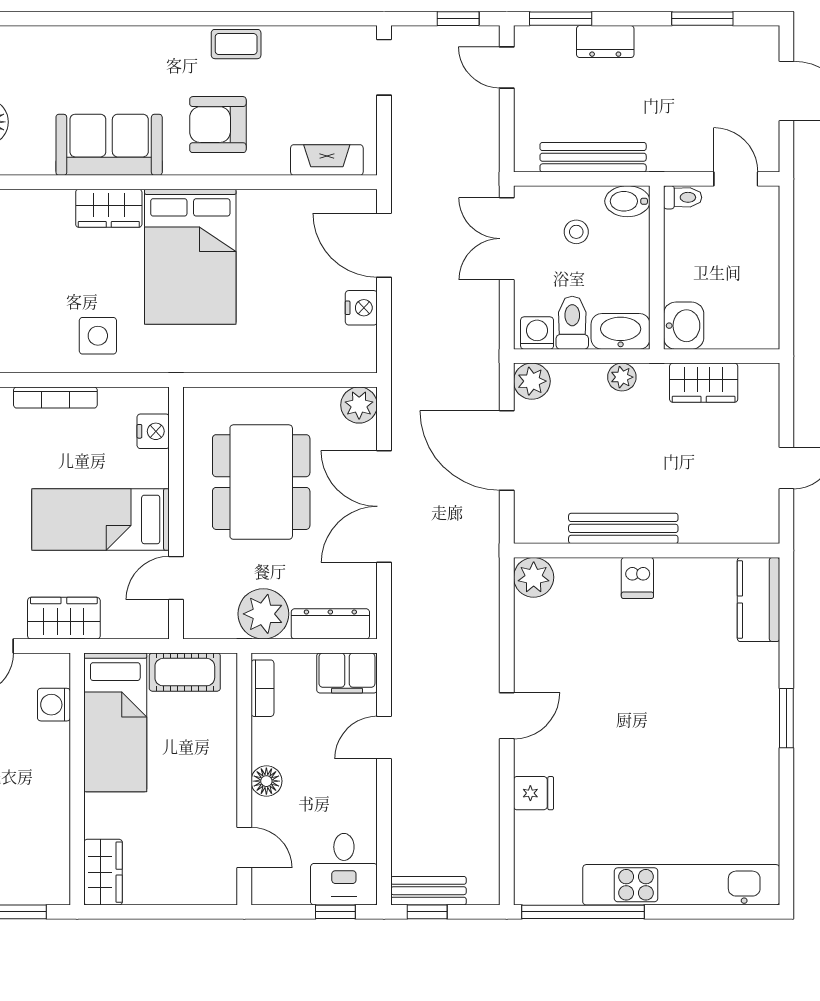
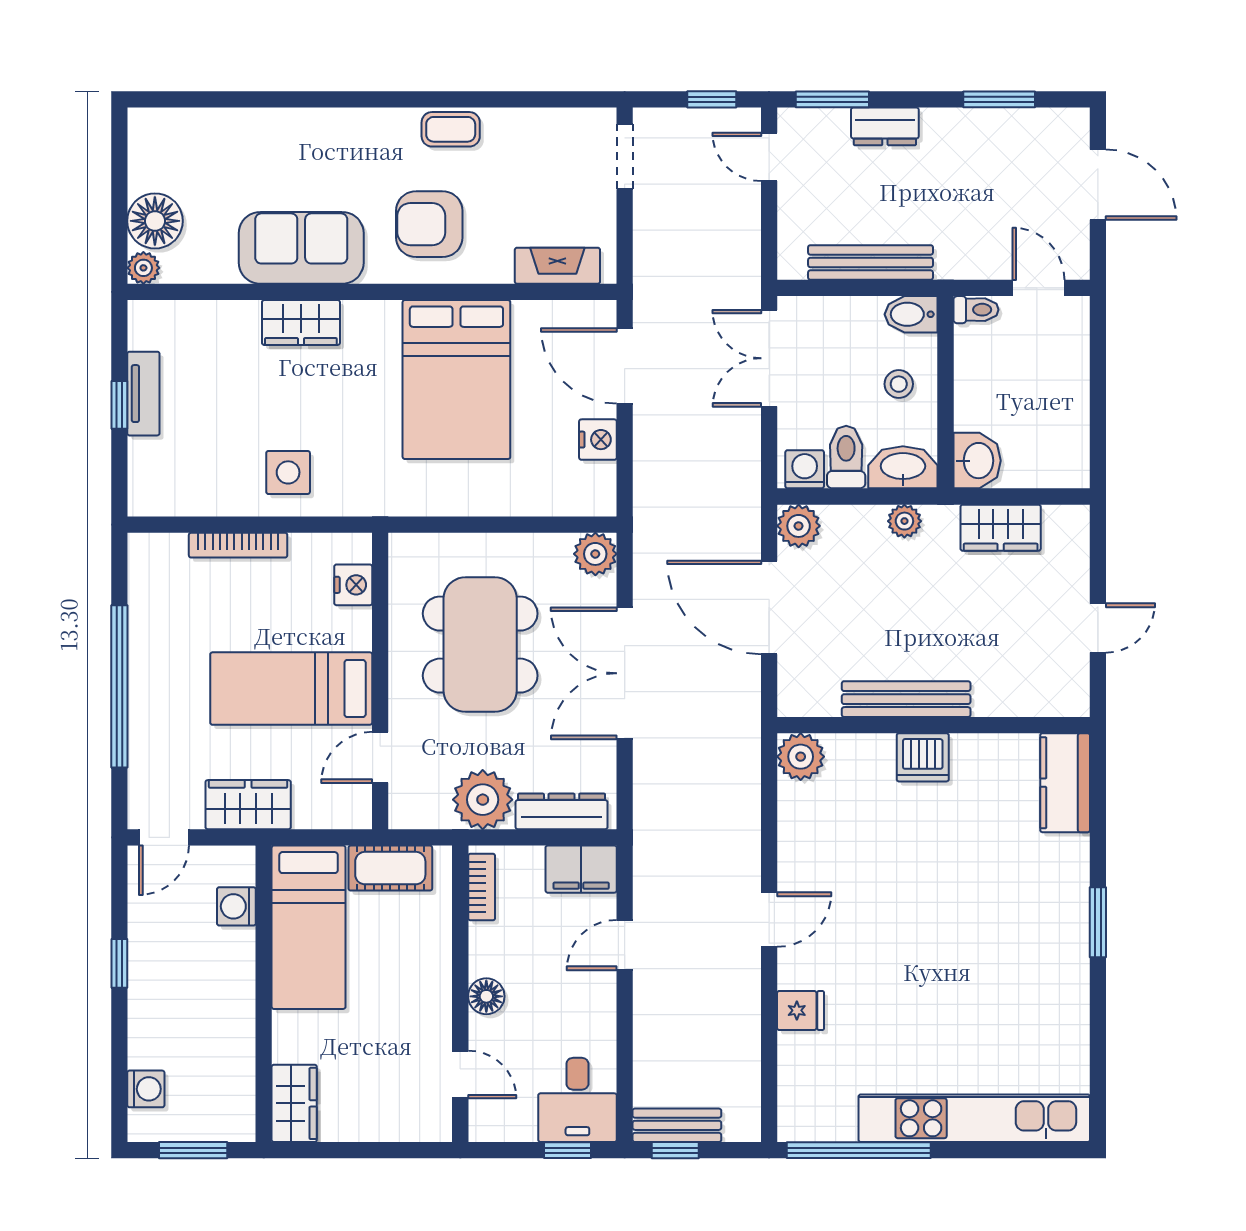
stool: (576, 232) -> (899, 384), moved
bed: (190, 257) -> (456, 380), moved
dishwasher: (637, 578) -> (923, 757), width x1.38

